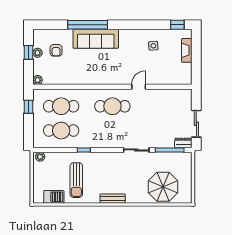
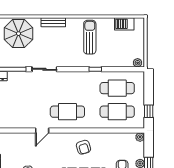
armchair: (96, 70) -> (83, 147), added
sun lounger: (76, 180) -> (90, 37), moved
bench: (113, 199) -> (53, 22), moved

